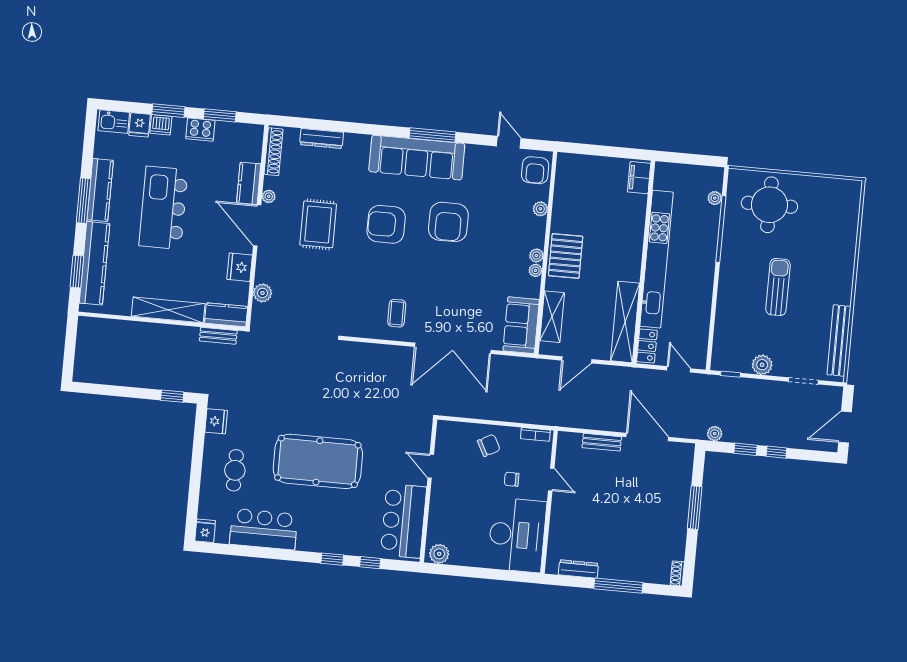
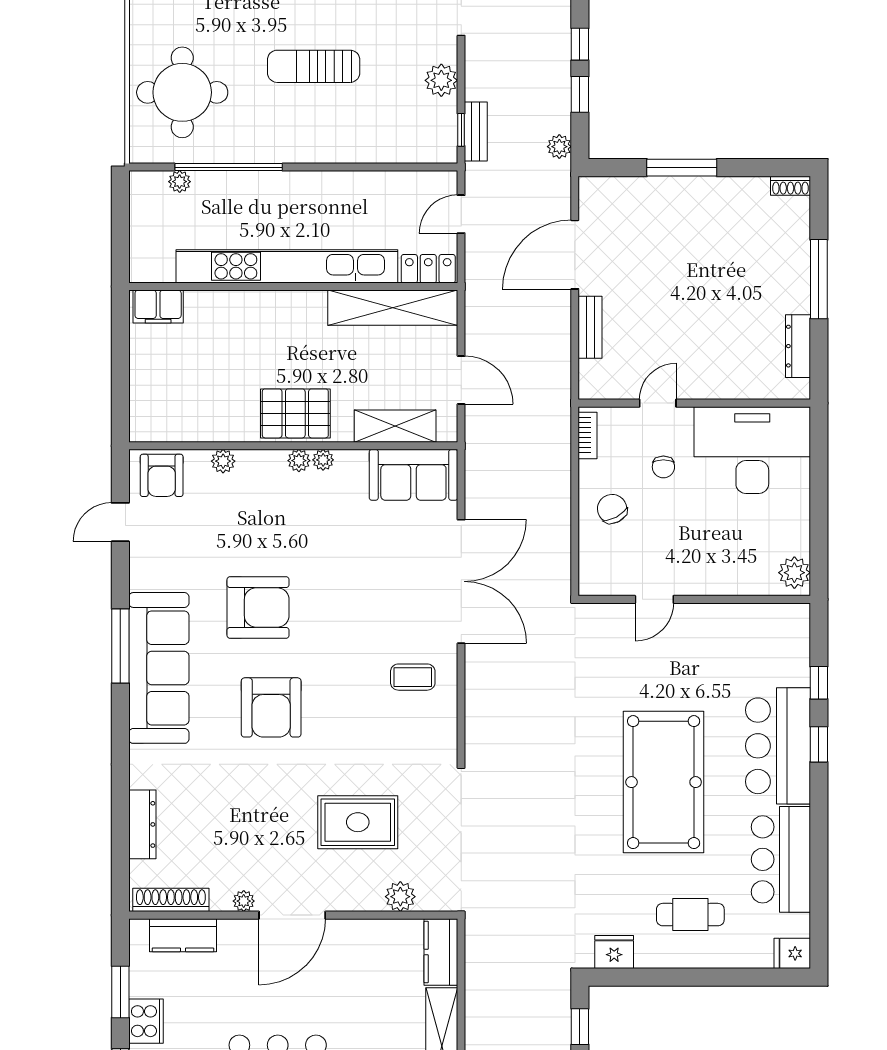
armchair: (535, 170) -> (162, 475), turned 90
kitchen counter: (249, 183) -> (183, 935), moved
rug: (318, 224) -> (358, 822), moved
fridge: (240, 267) -> (362, 937), removed
bench: (218, 336) -> (476, 132), moved
bar counter: (403, 521) -> (778, 746), moved, turned 90

